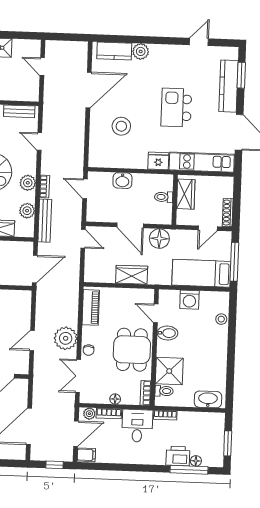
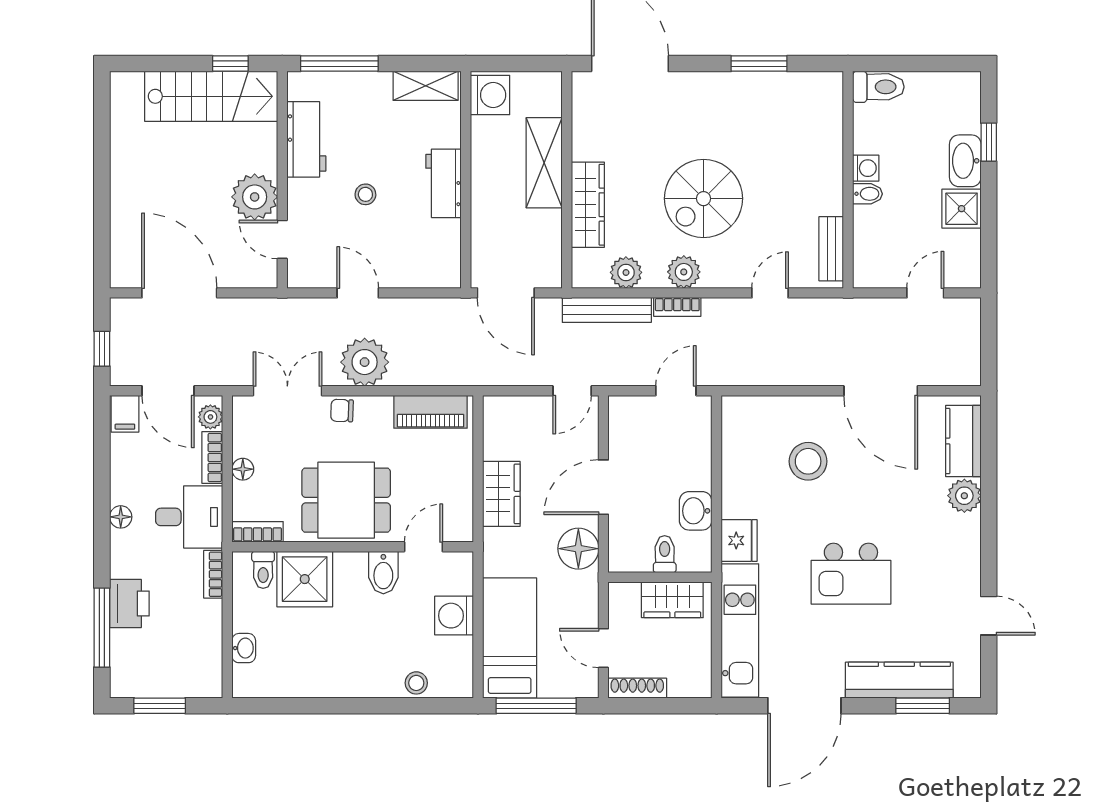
kitchen island: (176, 108) -> (851, 574), turned 180
washbasin: (122, 181) -> (696, 511), moved
washbasin: (208, 399) -> (244, 648), width x0.52, depth x0.69
floor lamp: (196, 461) -> (121, 517), moved

